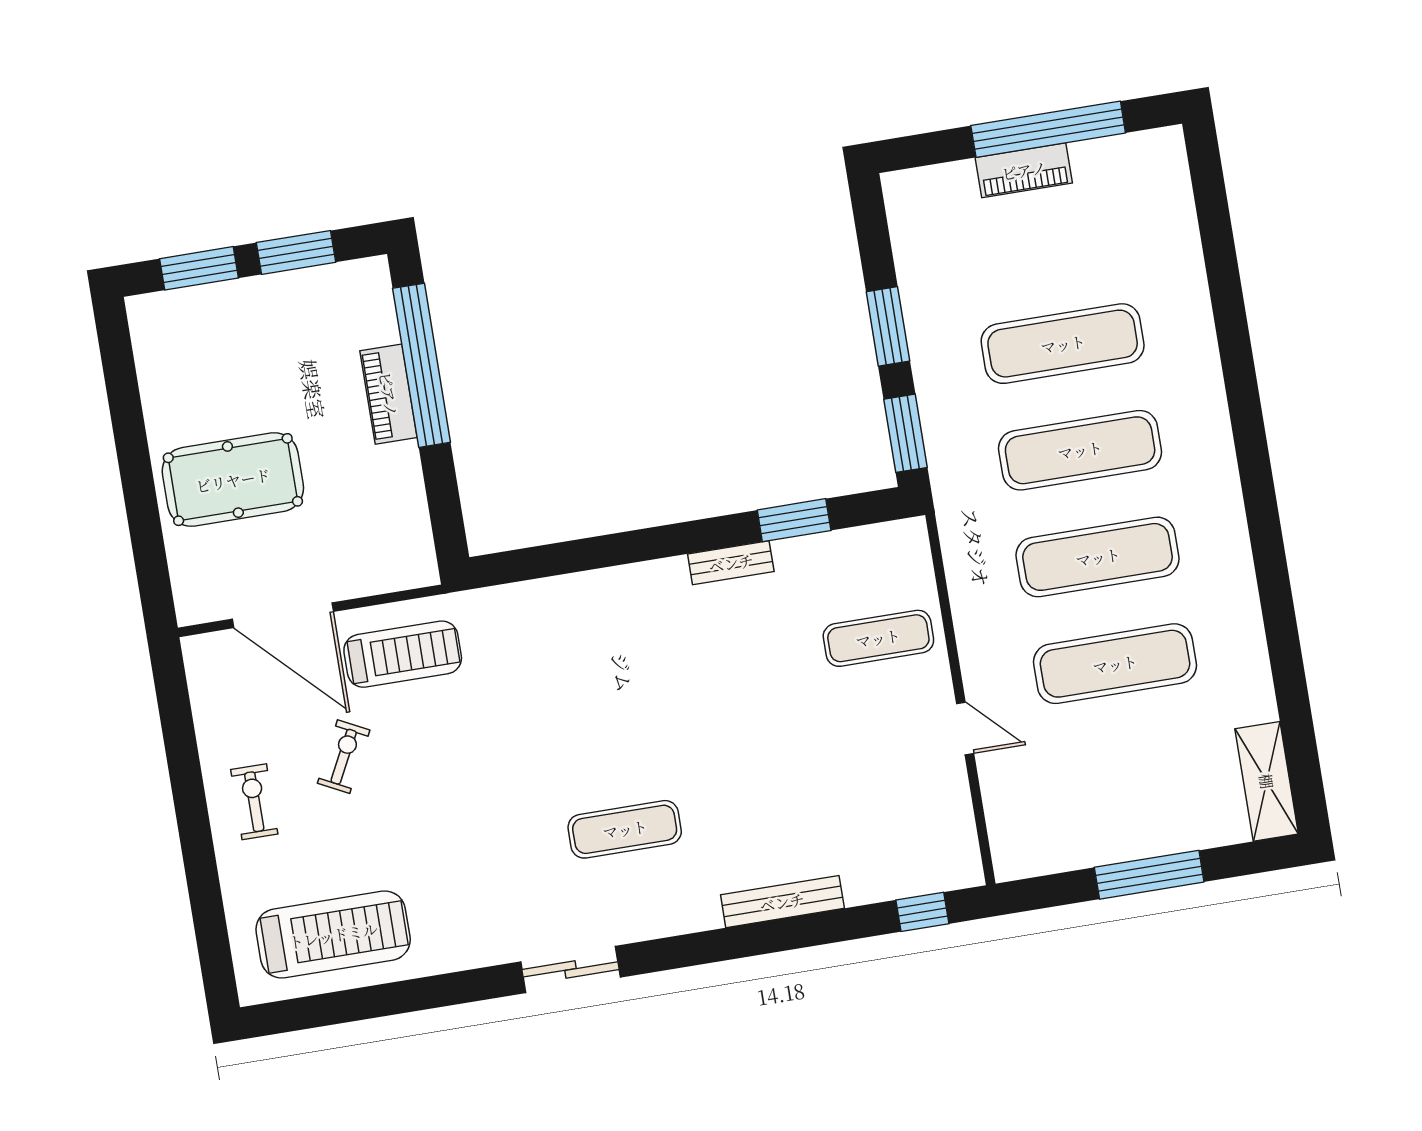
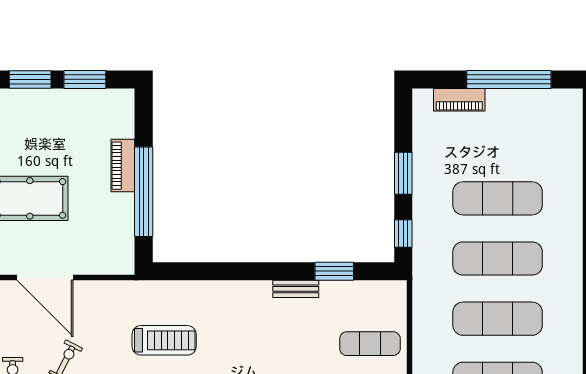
piano: (1024, 170) -> (459, 100), moved
window: (422, 365) -> (144, 192), moved
window: (905, 433) -> (403, 234), width x0.67
treadmill: (403, 654) -> (164, 340), moved

